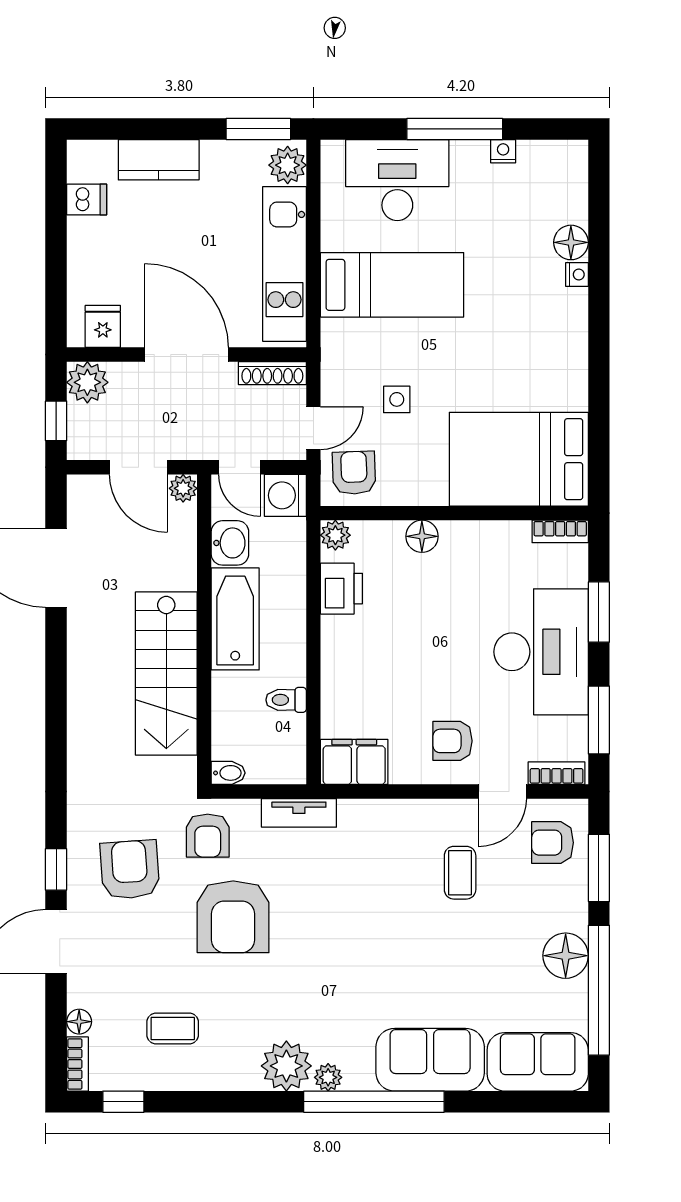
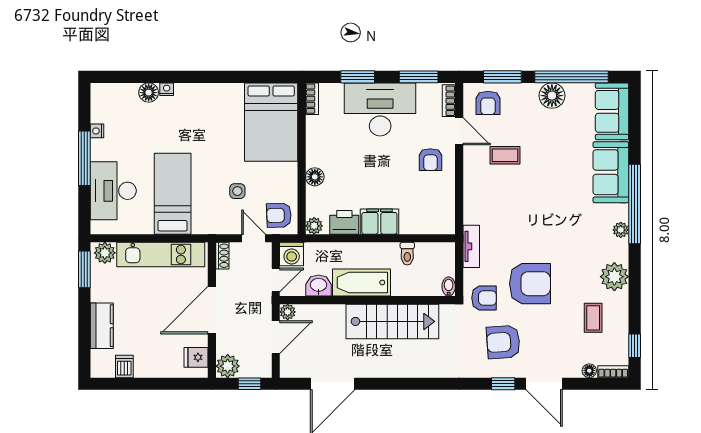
shoe rack: (272, 373) -> (222, 256), width x0.70
filing cabinet: (354, 762) -> (379, 222), moved, turned 90
plant: (286, 1066) -> (614, 277), moved

